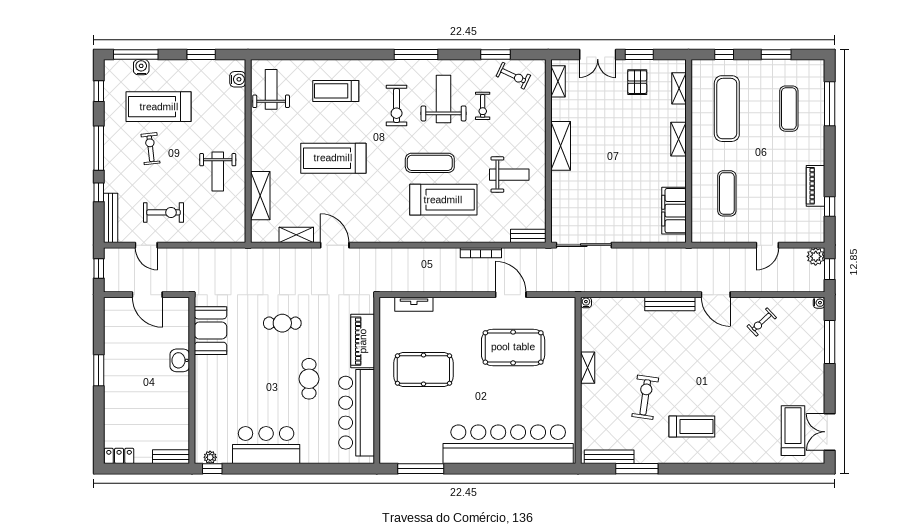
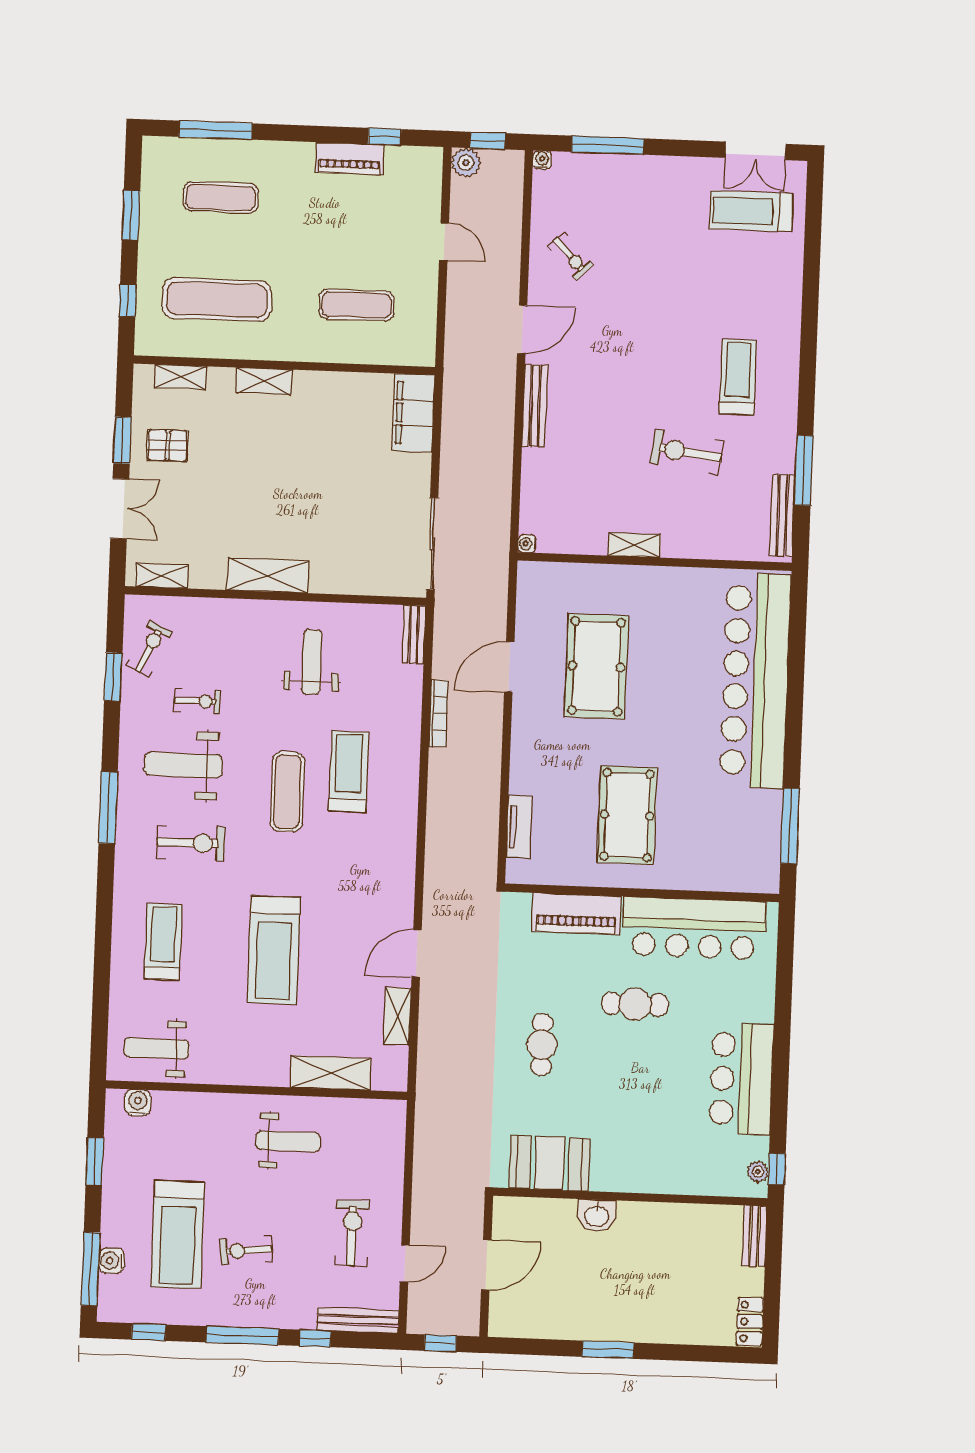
treadmill: (336, 91) -> (163, 942), turned 180
treadmill: (443, 200) -> (349, 772), width x0.73, depth x0.73
filing cabinet: (674, 211) -> (413, 413), moved, turned 90

